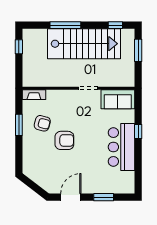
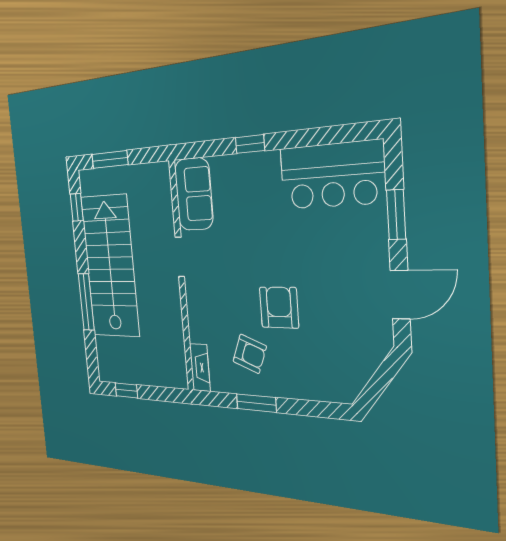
armchair: (42, 123) -> (250, 354), turned 96
bar counter: (121, 147) -> (332, 175), moved
door: (71, 197) -> (400, 295), swing flipped

